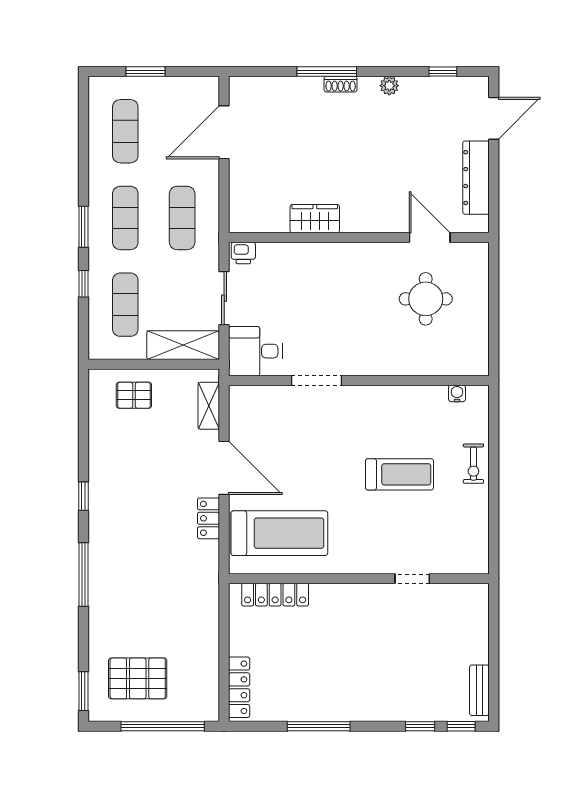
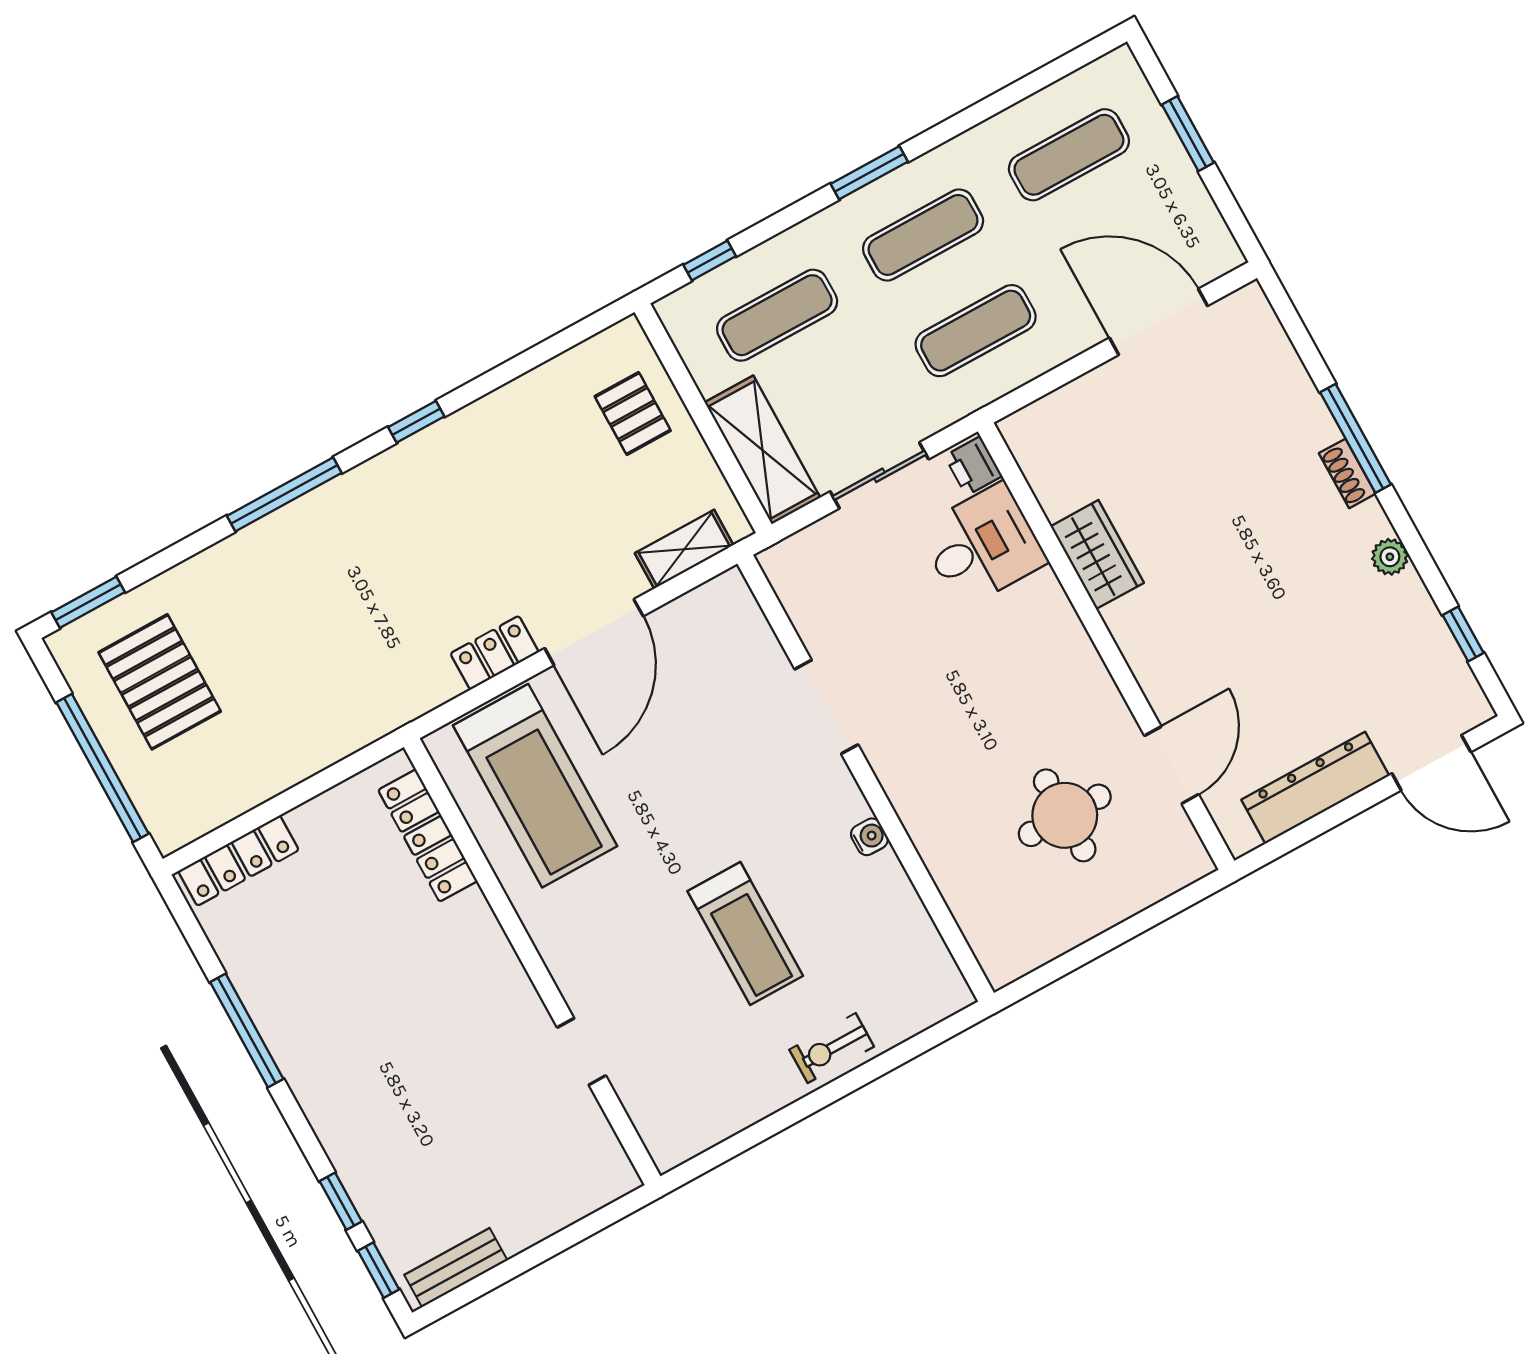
window: (83, 284) -> (710, 261), moved
desk: (255, 351) -> (982, 545), moved, turned 90
water cooler: (457, 393) -> (869, 837), moved

